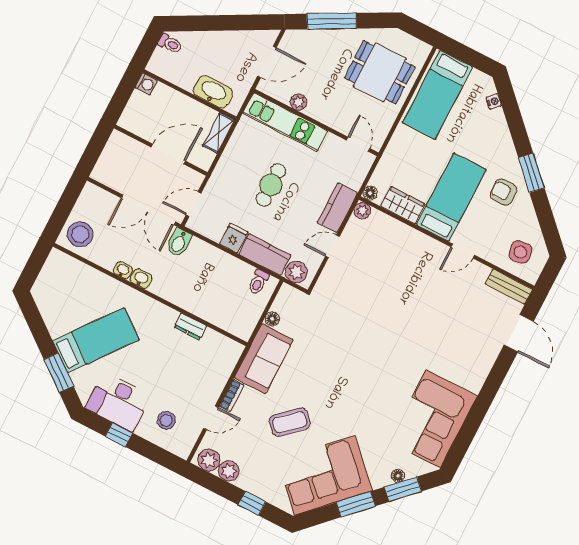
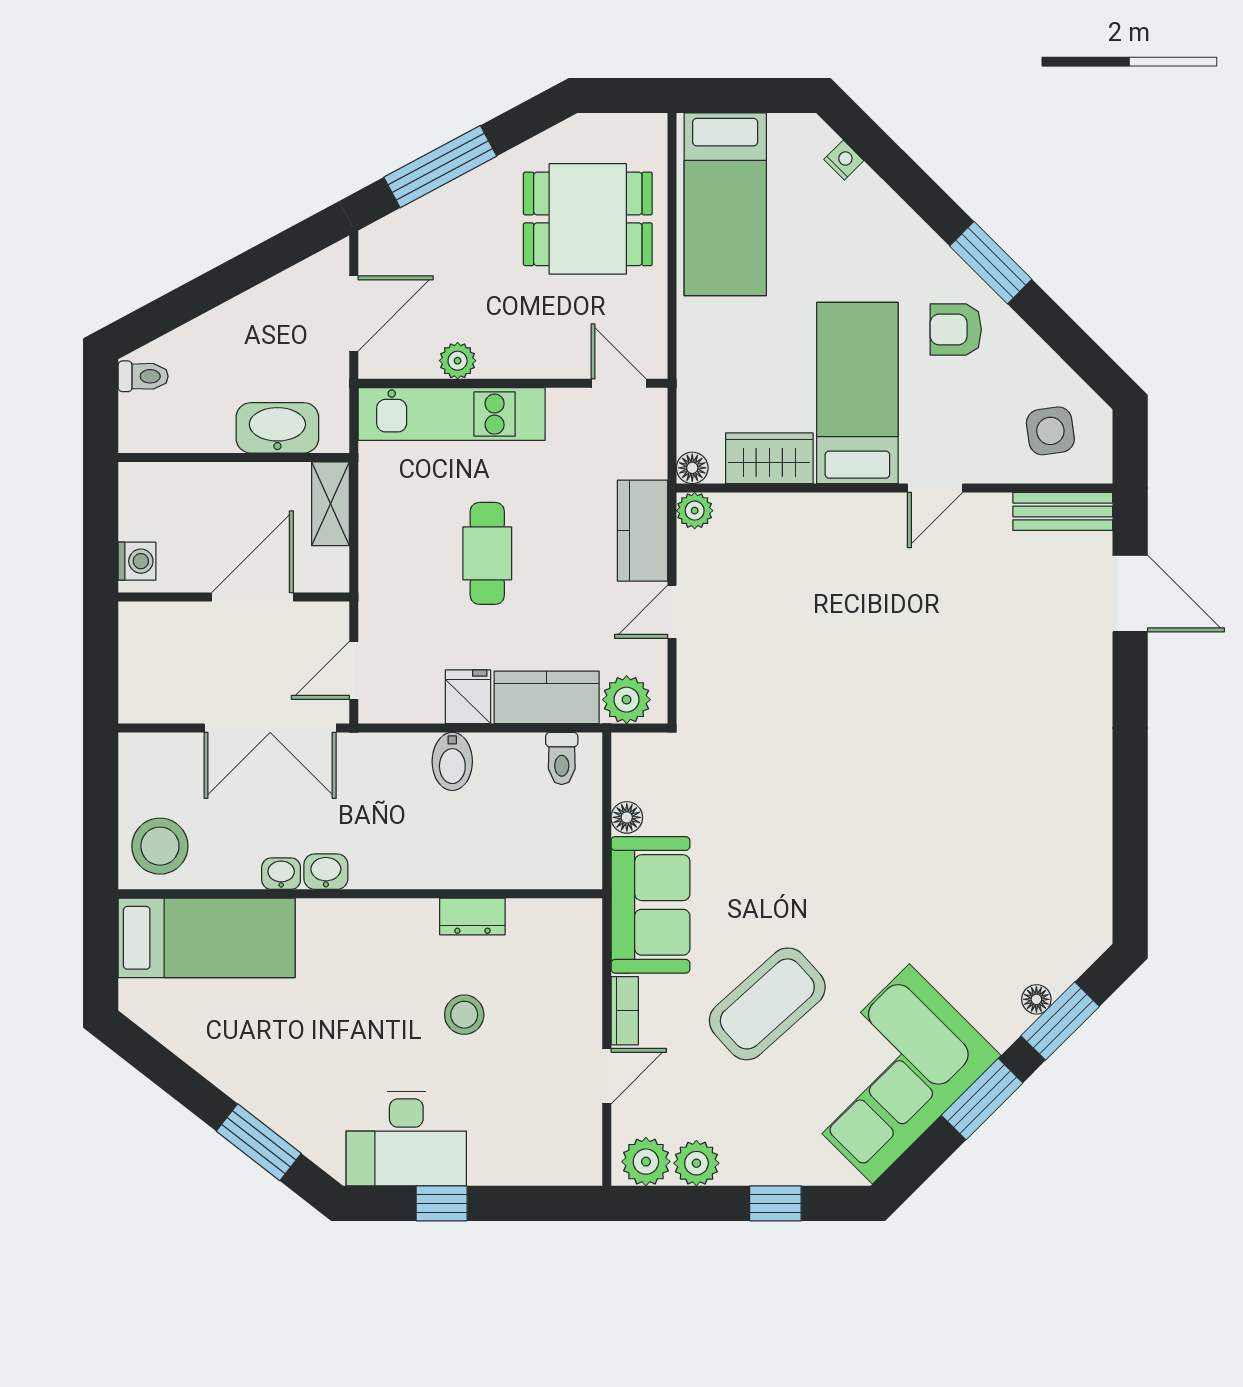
washing machine: (146, 84) -> (137, 561), moved
bidet: (179, 243) -> (452, 761), moved
bed: (96, 340) -> (207, 938), moved, turned 52
corner sofa: (433, 419) -> (1048, 851), removed
stool: (166, 420) -> (464, 1015), moved
coffee table: (290, 422) -> (767, 1004), width x1.36, depth x1.32

